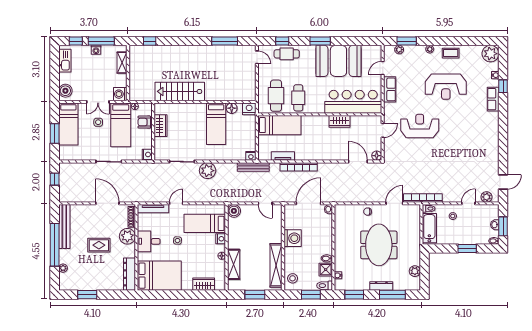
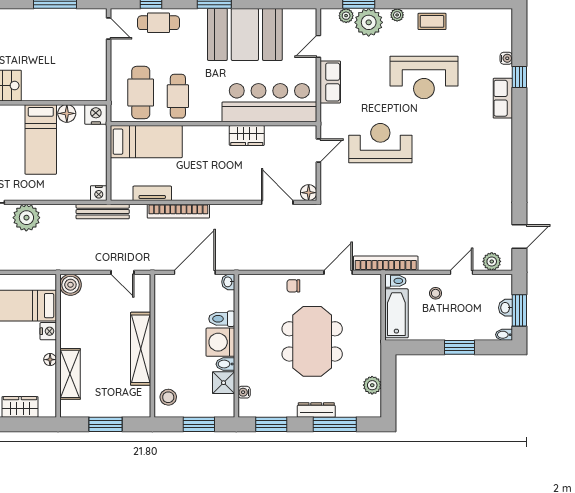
plant: (490, 54) -> (369, 22), moved
washing machine: (293, 238) -> (220, 342), moved, turned 180
shelving: (276, 265) -> (141, 349), moved
toilet: (325, 286) -> (222, 319), moved

